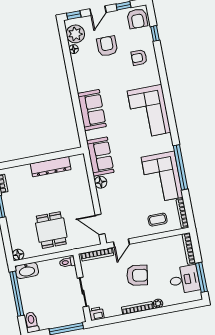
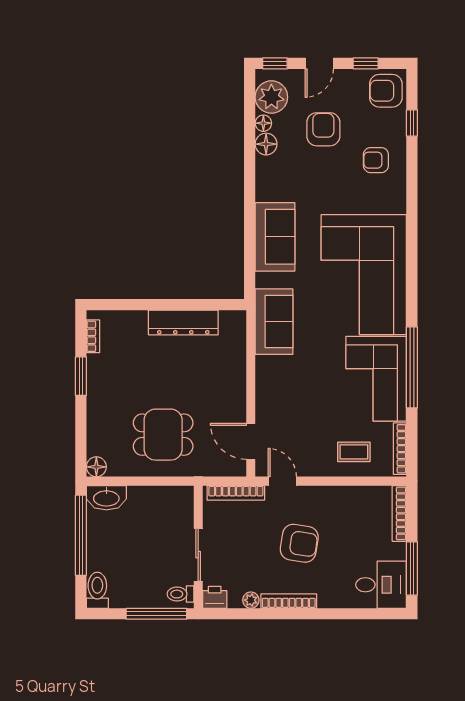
armchair: (137, 19) -> (386, 91), turned 90
corner sofa: (149, 112) -> (364, 275), width x1.36, depth x1.36
floor lamp: (101, 182) -> (266, 144), moved
dining table: (51, 230) -> (163, 435), turned 90
door: (121, 243) -> (282, 481), swing flipped
toilet: (67, 262) -> (180, 594), moved
desk: (184, 280) -> (381, 585), moved
plant: (158, 304) -> (251, 600), moved

